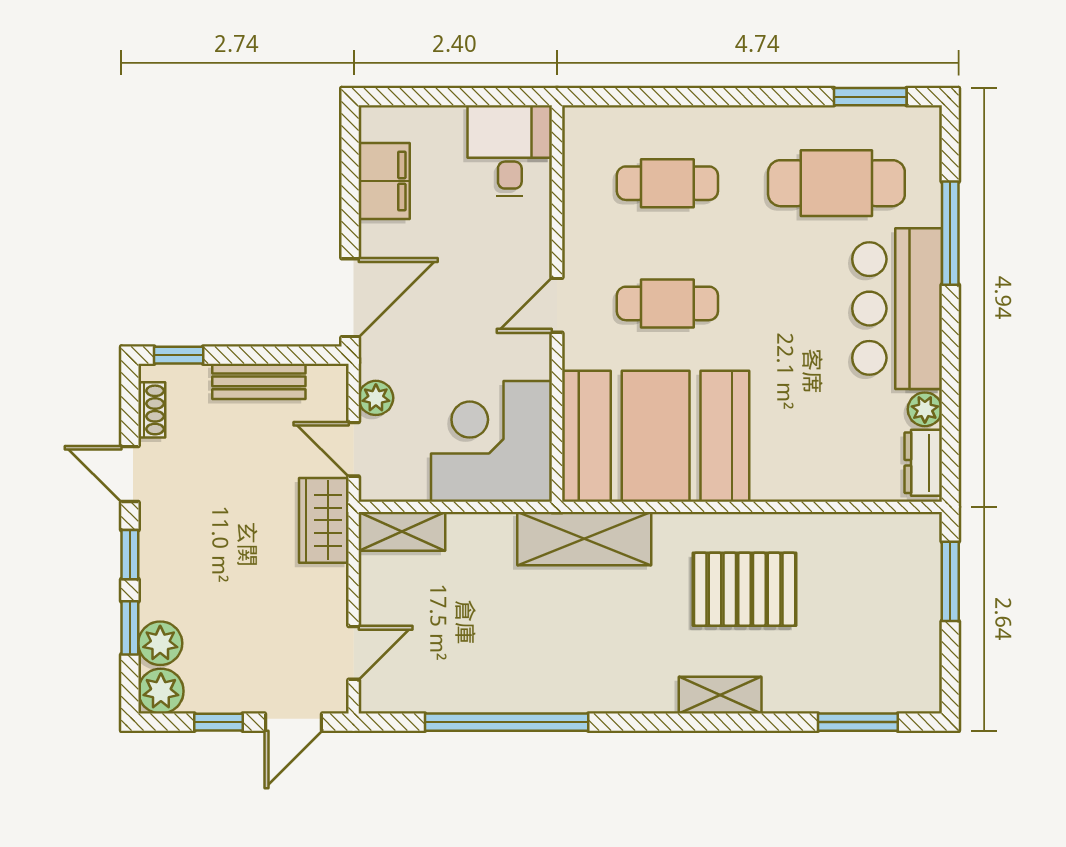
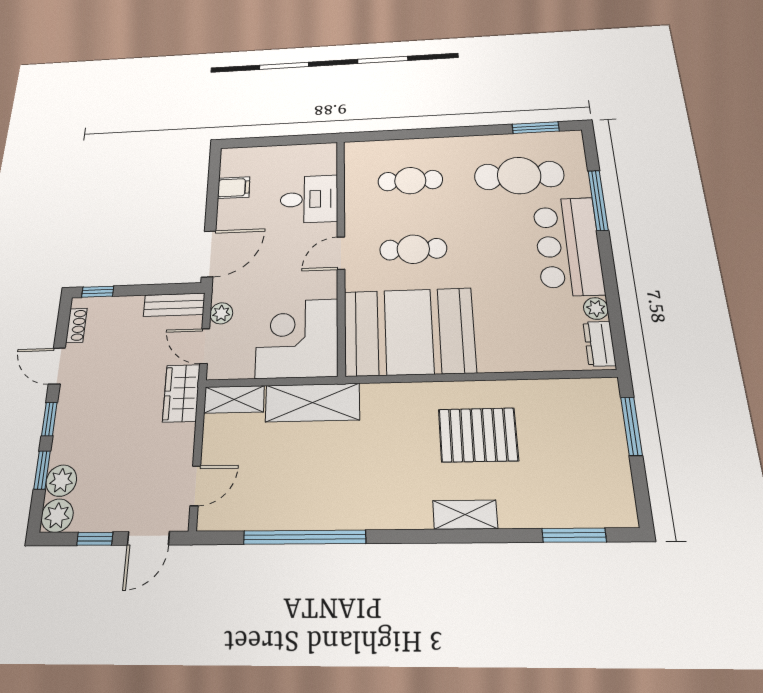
desk: (510, 151) -> (309, 199), moved, turned 90
filing cabinet: (384, 181) -> (234, 188), width x0.50
bench: (259, 381) -> (174, 305), moved
shelving: (584, 539) -> (312, 403), moved

